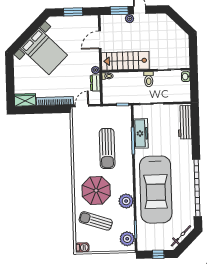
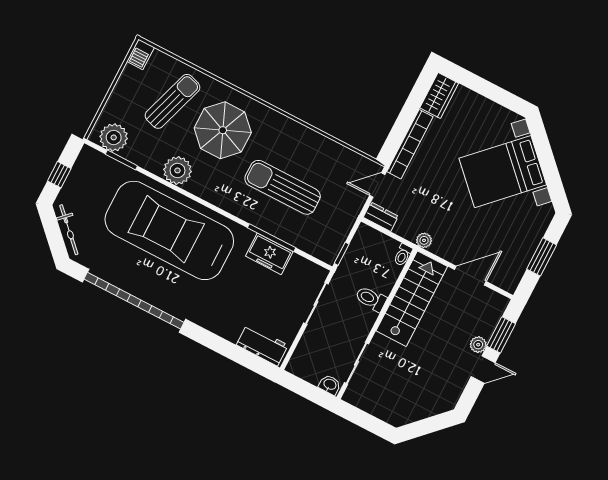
door: (100, 40) -> (470, 276), hinge flipped
toilet: (149, 79) -> (371, 299), moved
dresser: (95, 83) -> (381, 217), moved
door: (82, 106) -> (377, 185), swing flipped
workbench: (185, 122) -> (262, 345), width x0.73
freezer: (141, 133) -> (269, 254), width x0.71

